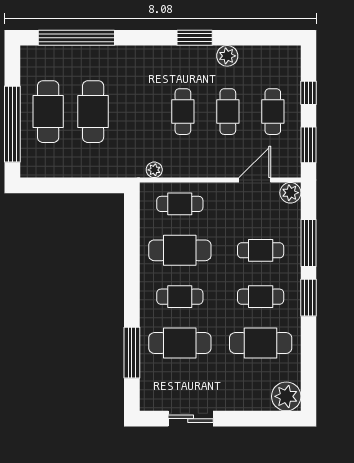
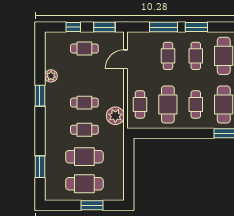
window: (76, 38) -> (40, 167), width x0.47
cafe table: (228, 112) -> (84, 130), moved
window: (12, 124) -> (92, 205), width x0.47
plant: (154, 170) -> (115, 116), width x1.87, depth x1.87
door: (255, 180) -> (126, 59), hinge flipped
plant: (290, 193) -> (133, 38), removed

